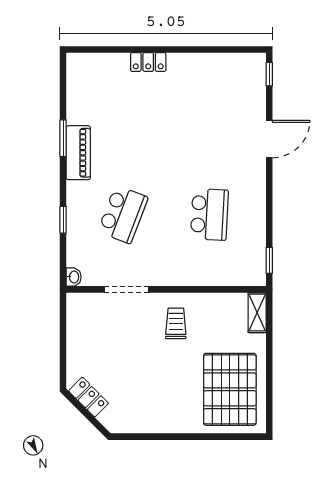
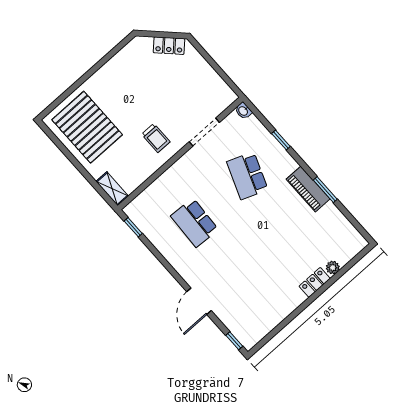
plant: (120, 61) -> (333, 268), added

